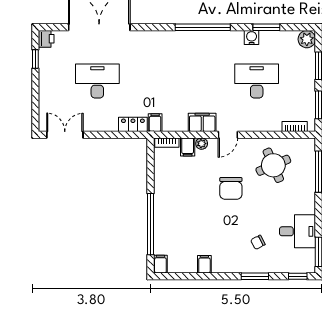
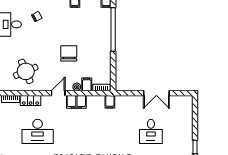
desk: (97, 81) -> (151, 131), width x0.73
locker: (133, 124) -> (31, 100), moved
double door: (65, 135) -> (156, 93), moved
chair: (231, 188) -> (69, 53), moved

